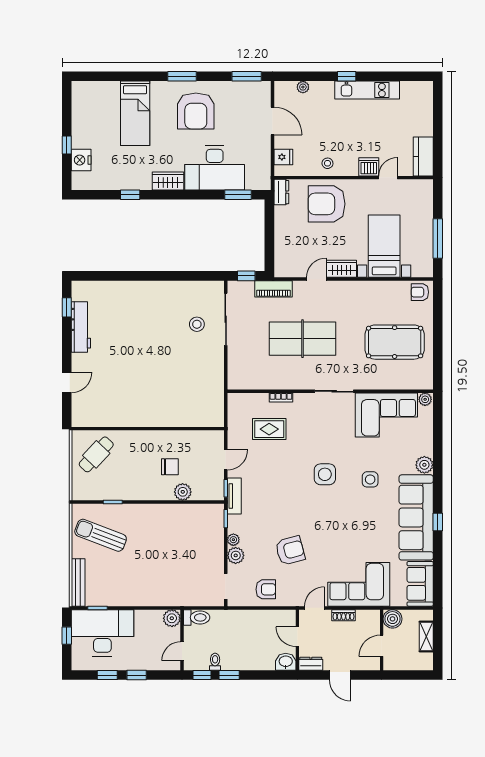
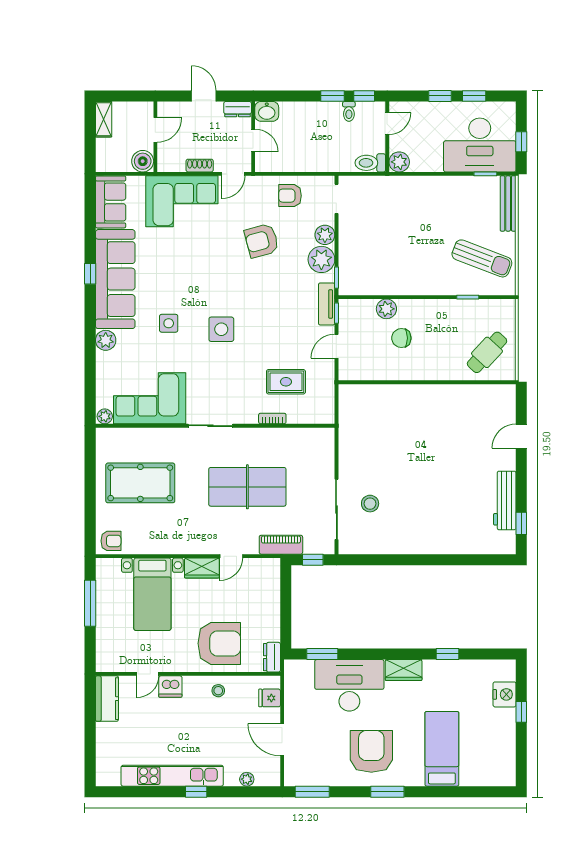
kitchen unit: (367, 90) -> (172, 776), width x1.36
plant: (233, 540) -> (321, 259), width x1.87, depth x1.87
shelving: (426, 636) -> (104, 119), moved

